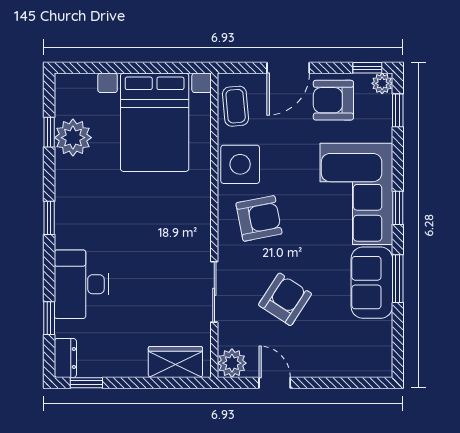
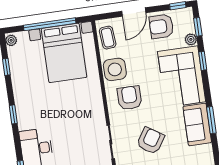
window: (136, 68) -> (50, 24), added
plant: (382, 83) -> (191, 39), moved
plant: (73, 138) -> (11, 40), moved, width x0.53, depth x0.53
window: (398, 208) -> (203, 61), moved
armchair: (259, 218) -> (130, 98), turned -79

